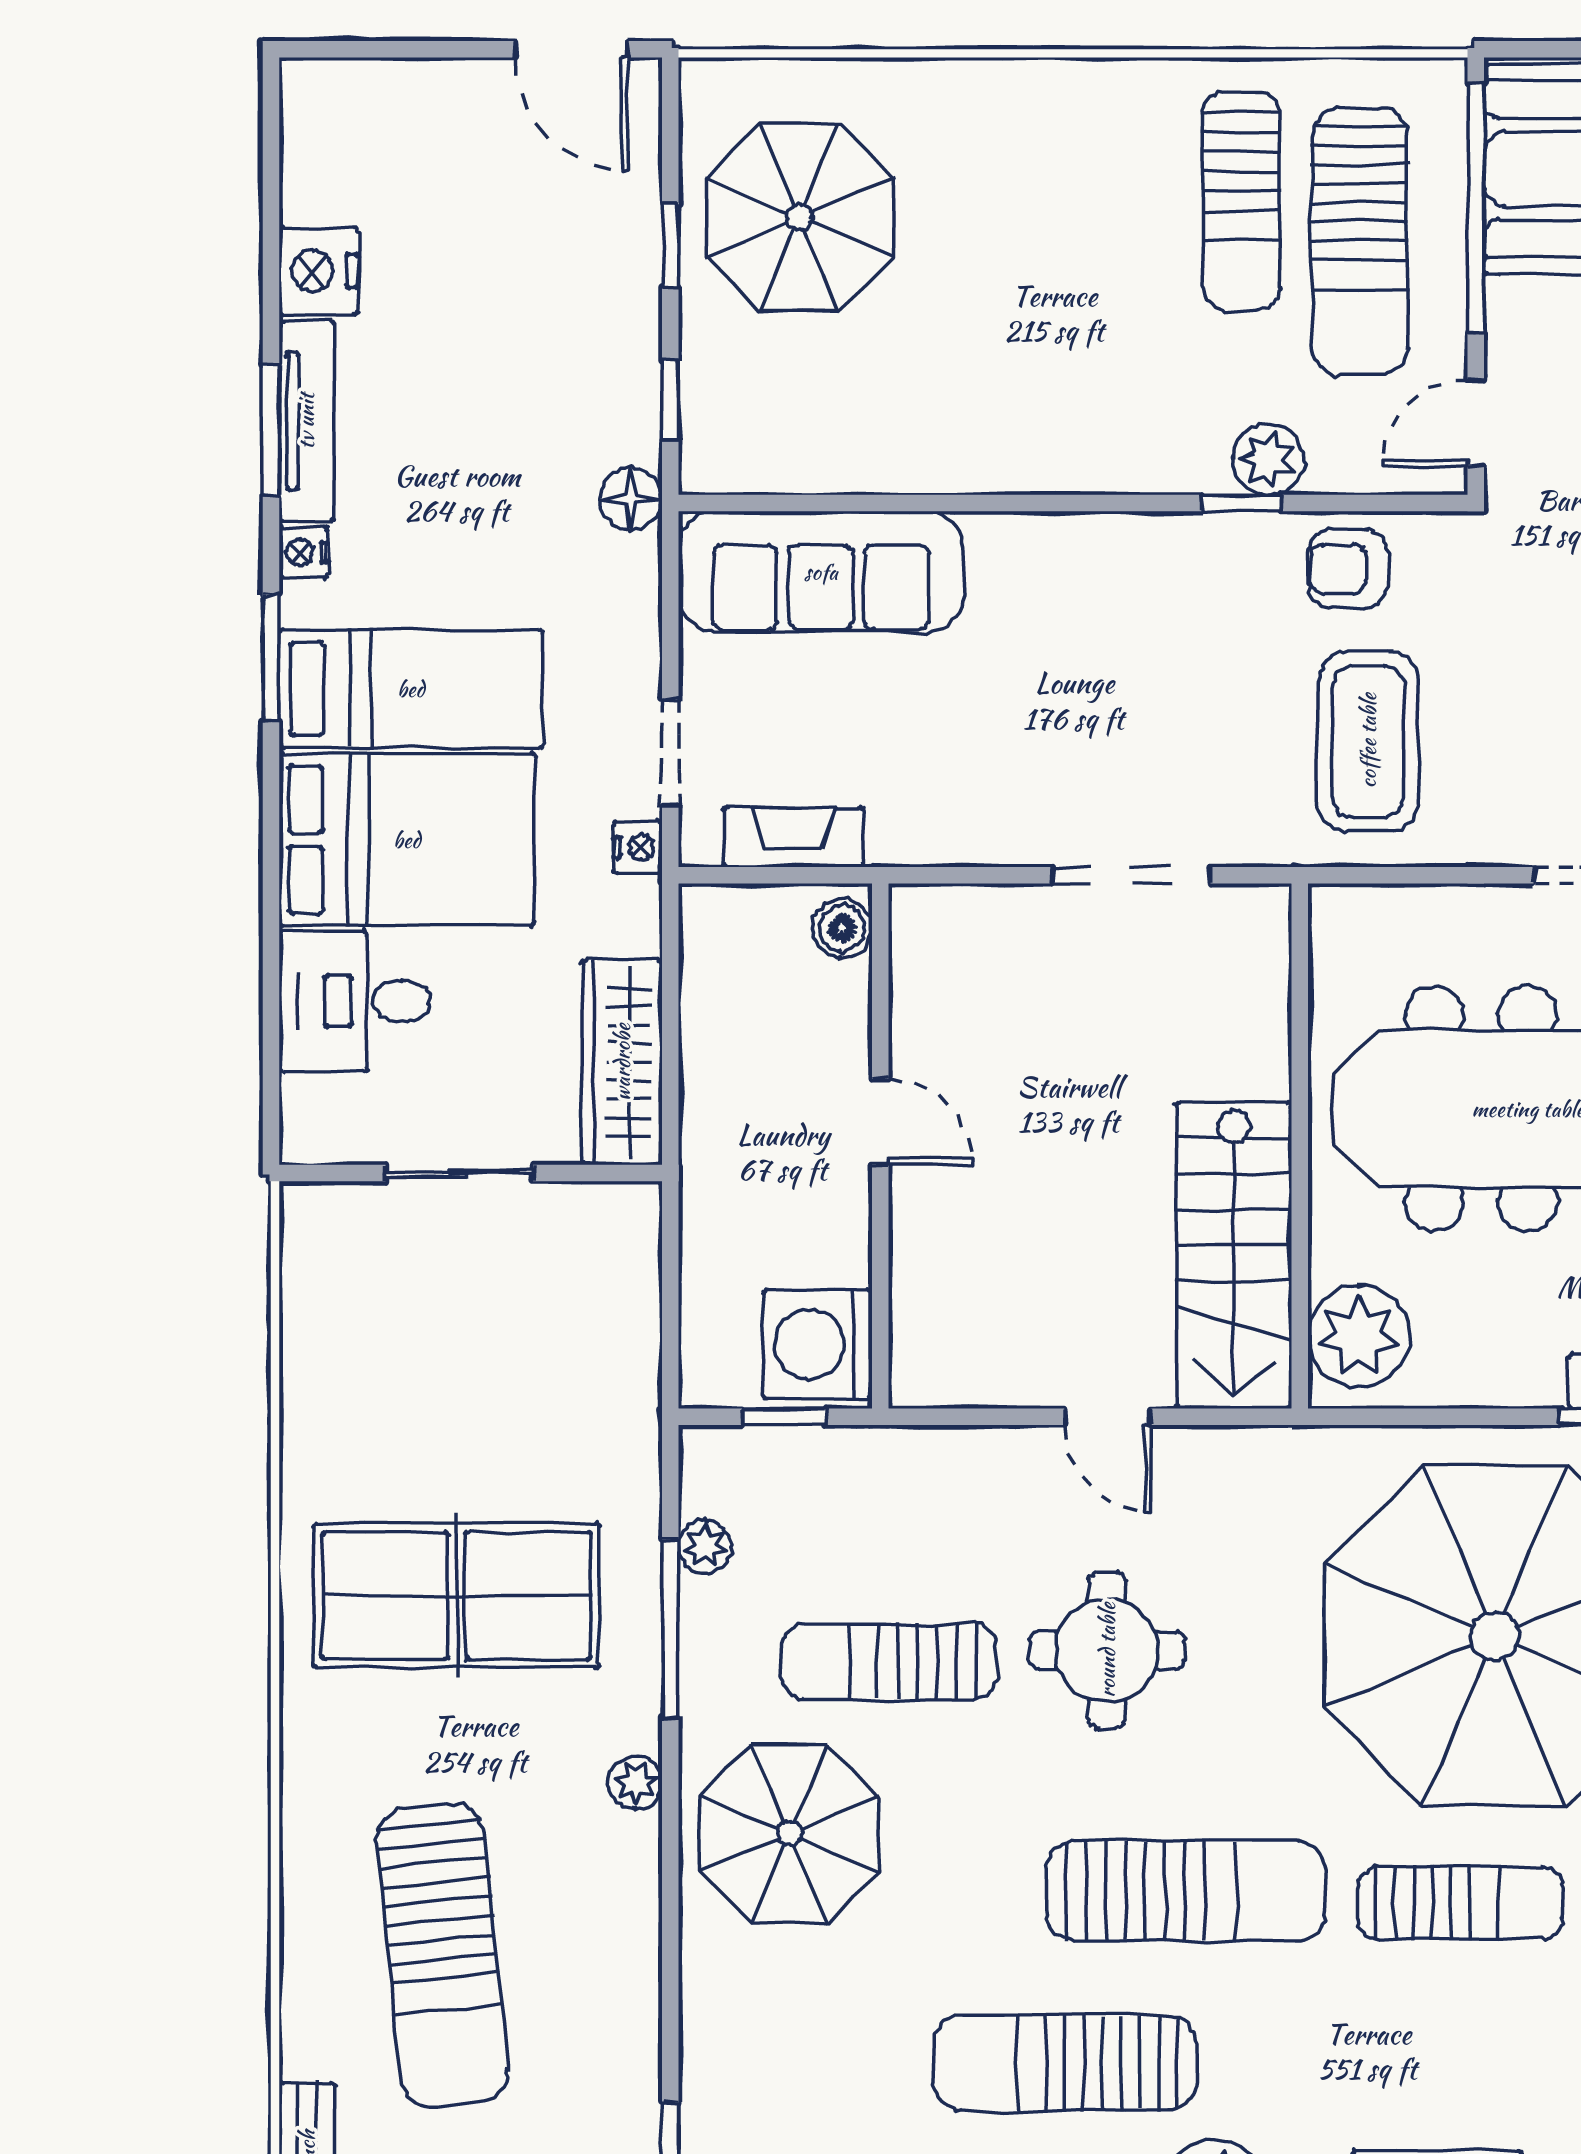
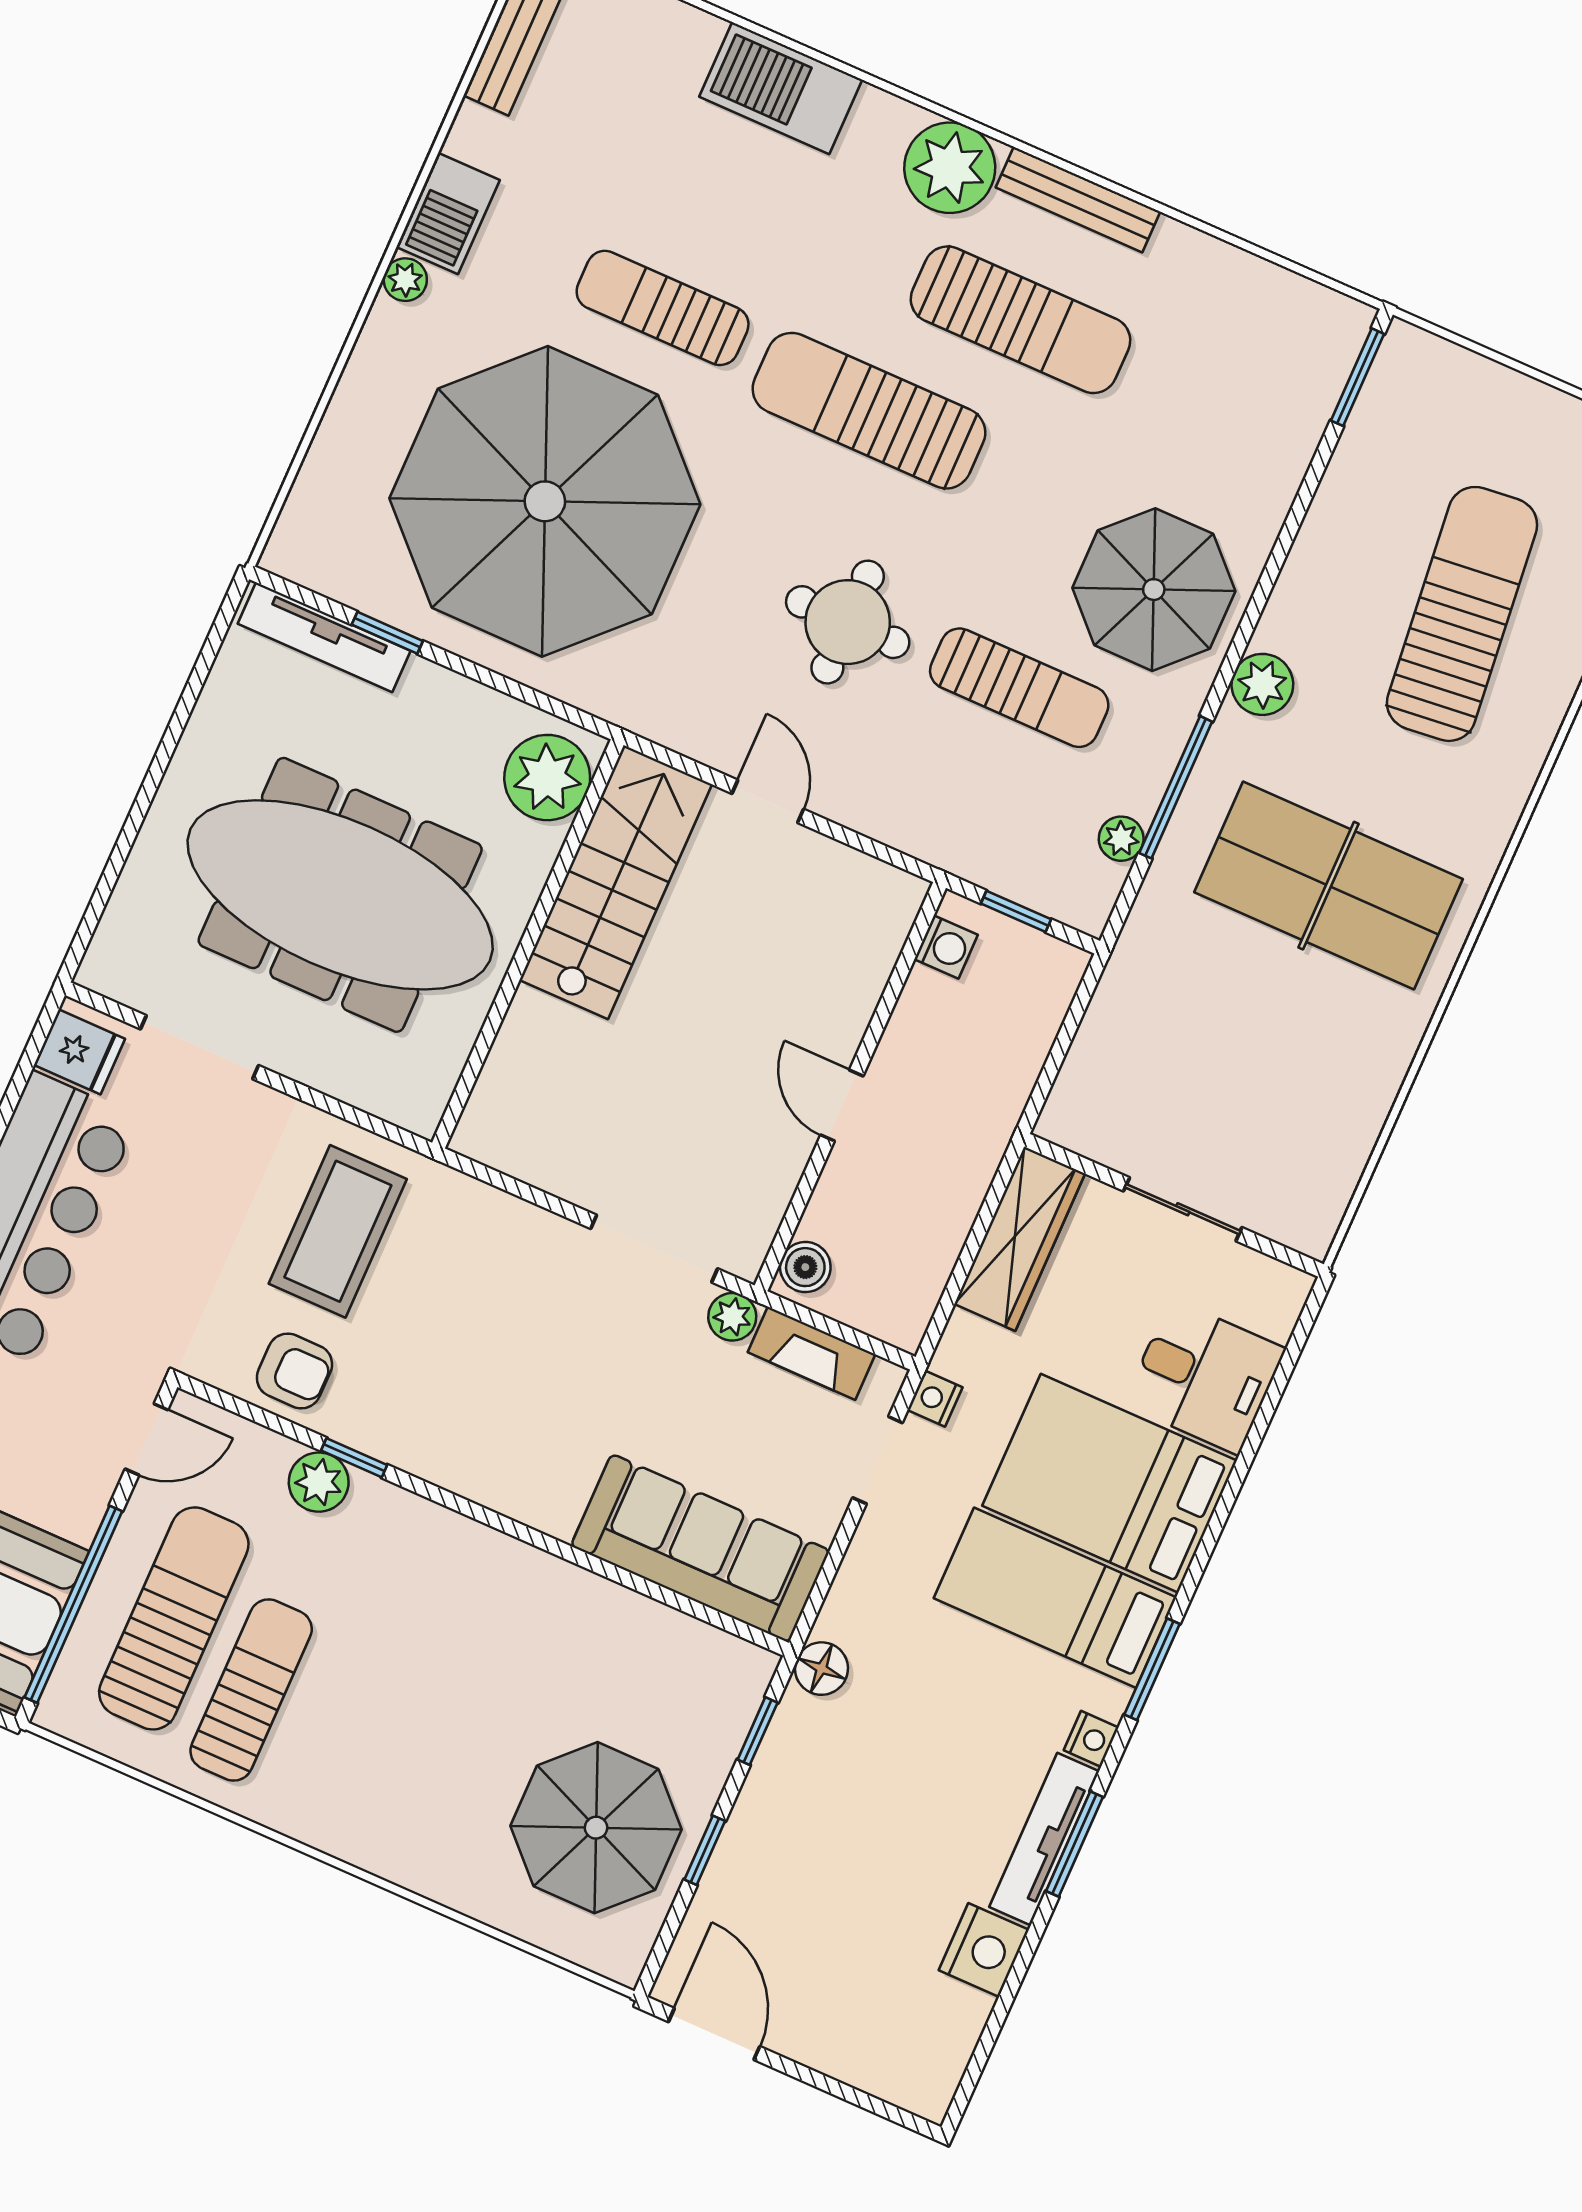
plant: (898, 839) -> (732, 1317), added
doorway: (1131, 875) -> (654, 1249), moved
washing machine: (818, 1344) -> (946, 947), width x0.53, depth x0.53
plant: (636, 1783) -> (1262, 684), width x1.38, depth x1.38

